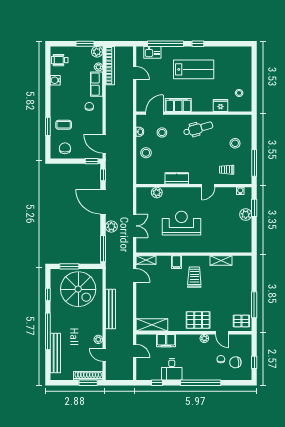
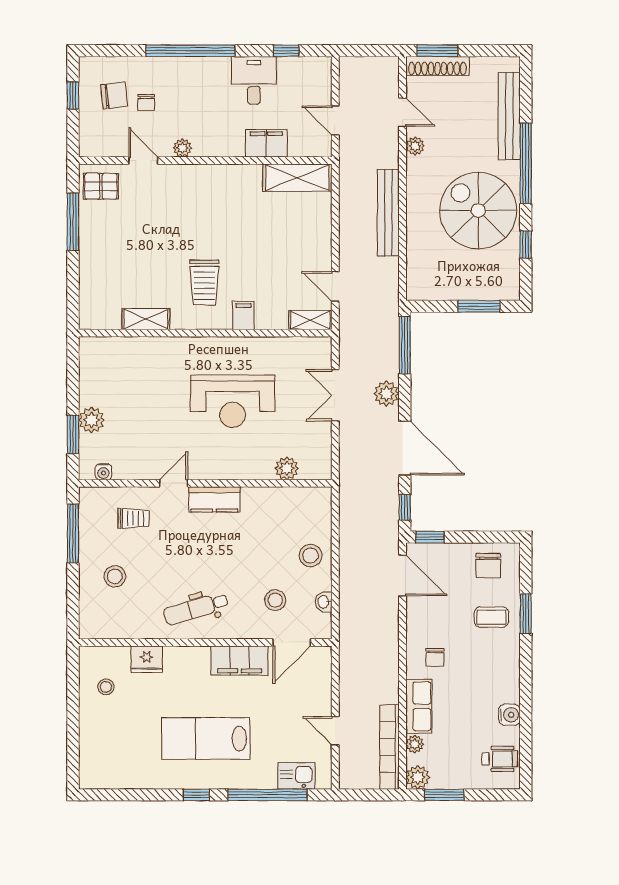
kitchen counter: (177, 178) -> (214, 499), moved
spiral stairs: (78, 289) -> (478, 211), moved
pallet: (198, 320) -> (196, 188), removed

